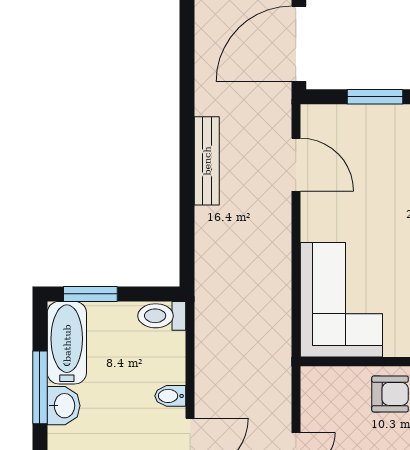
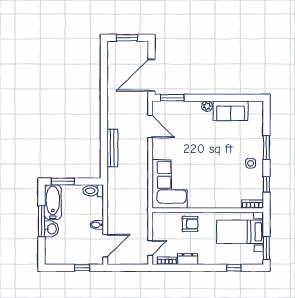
window: (375, 97) -> (172, 98), moved
bench: (207, 161) -> (112, 148), moved

